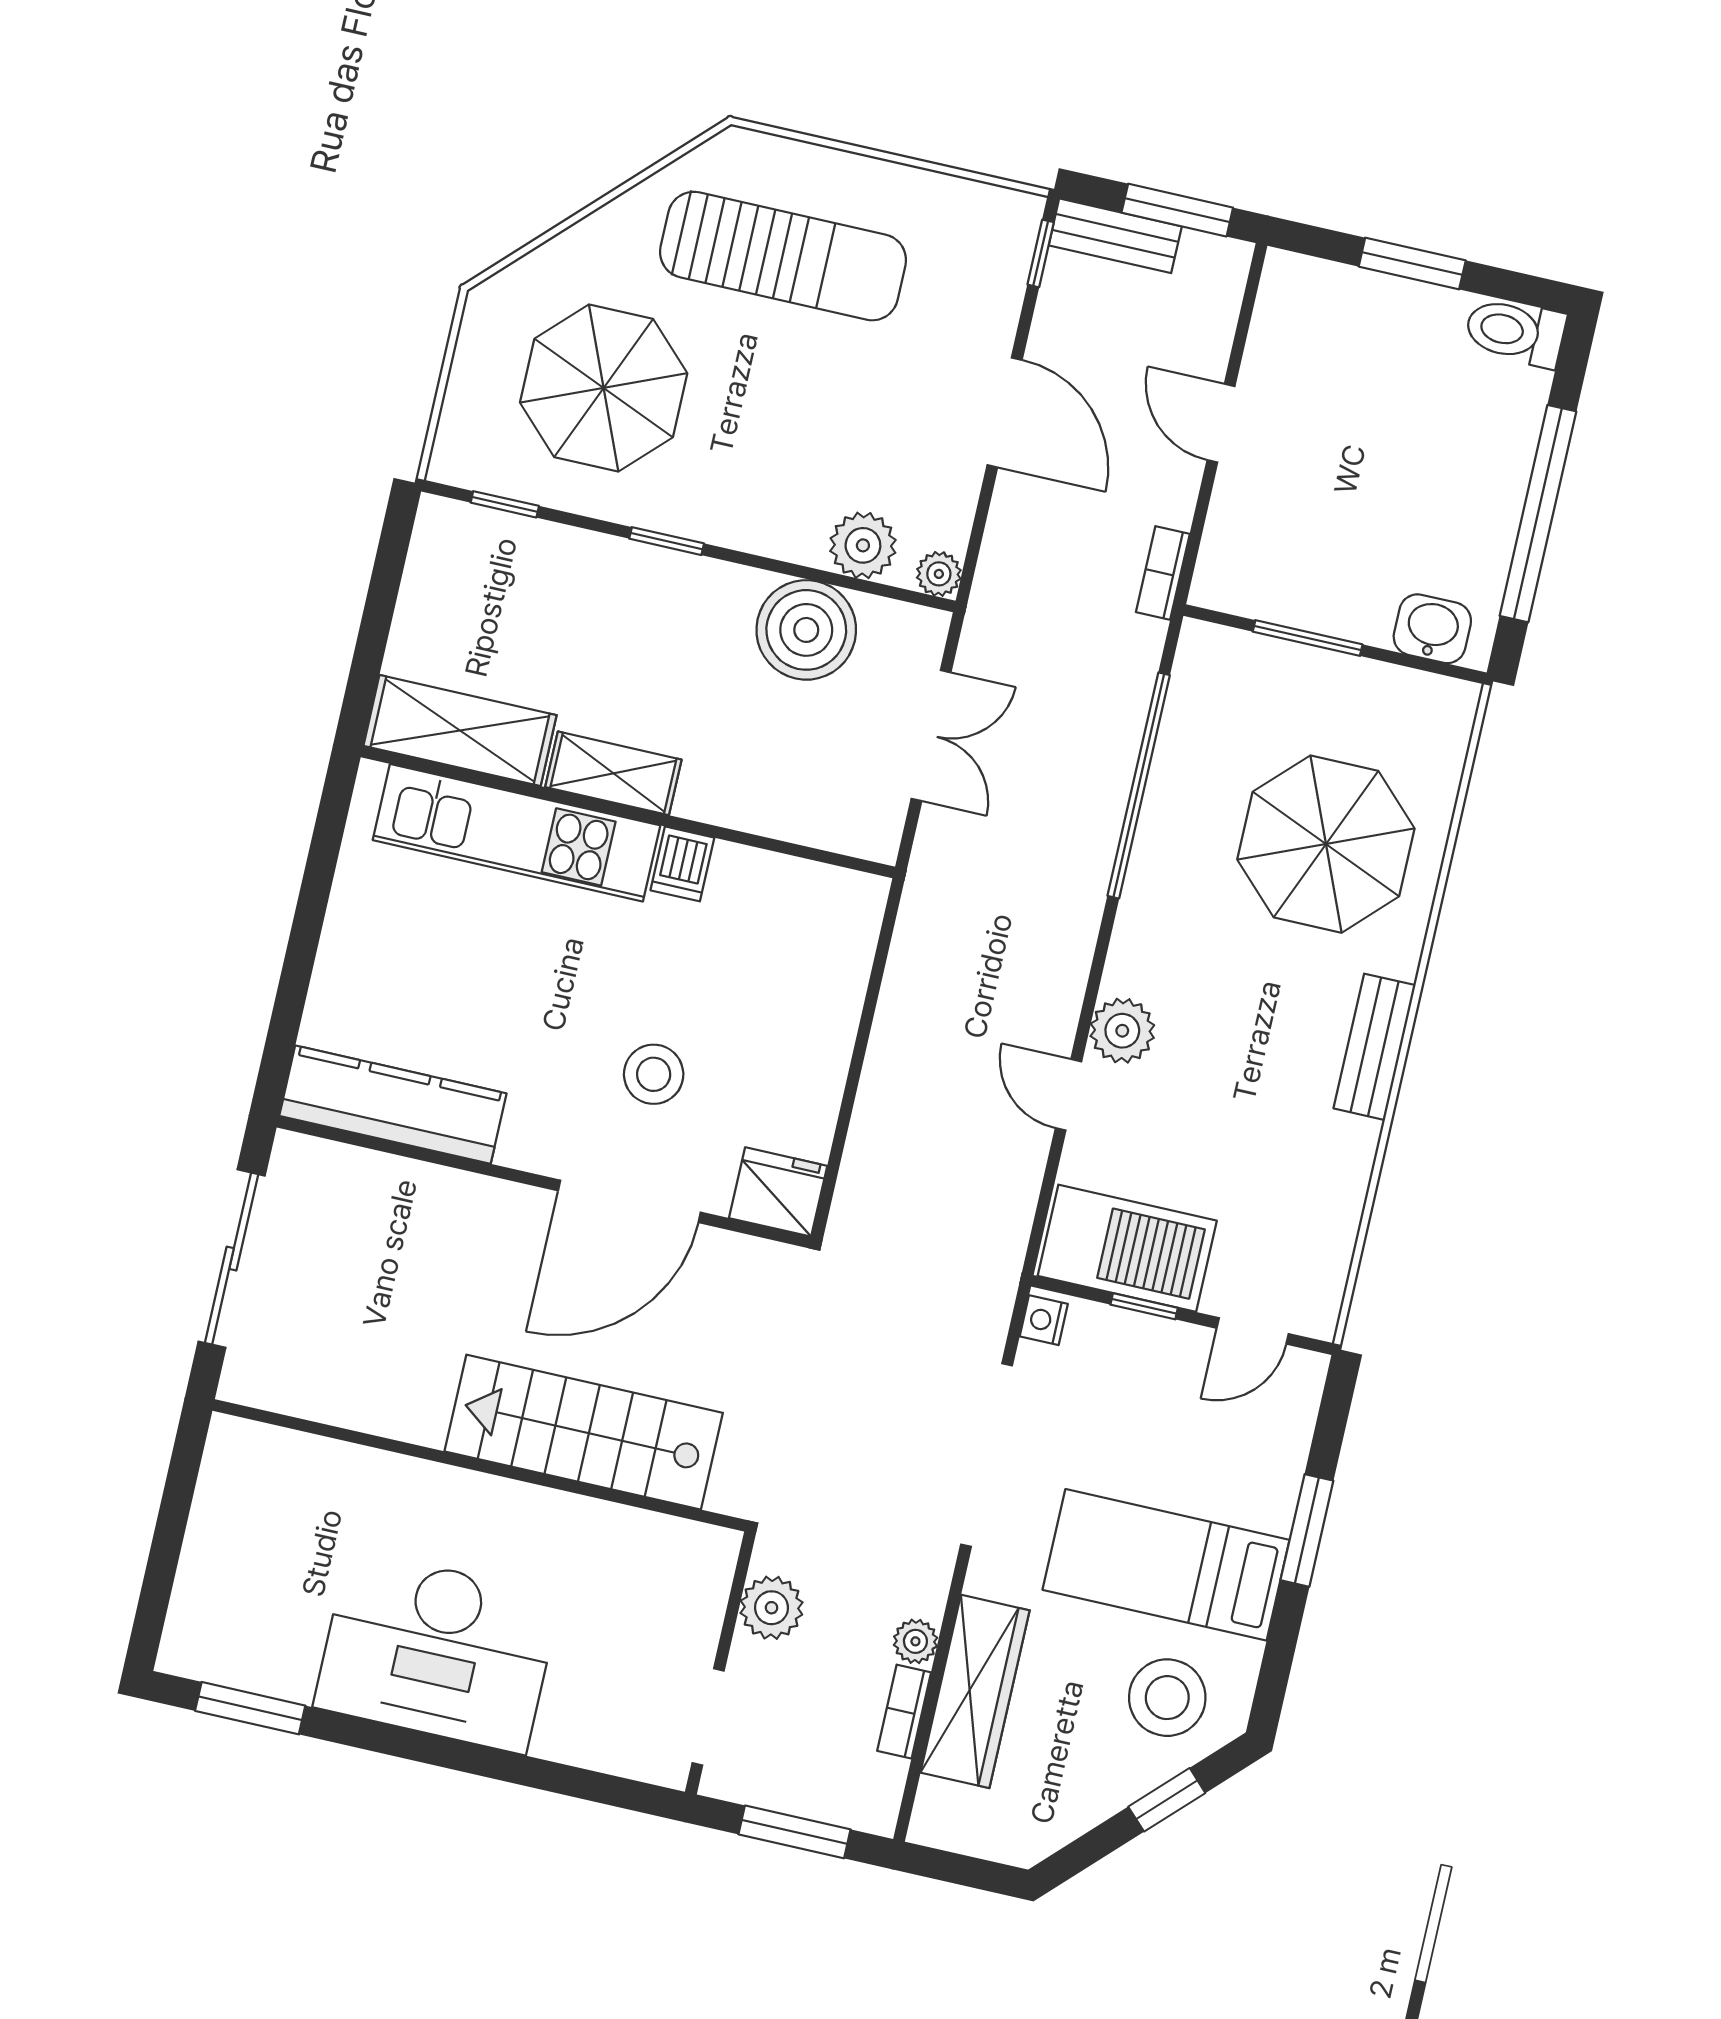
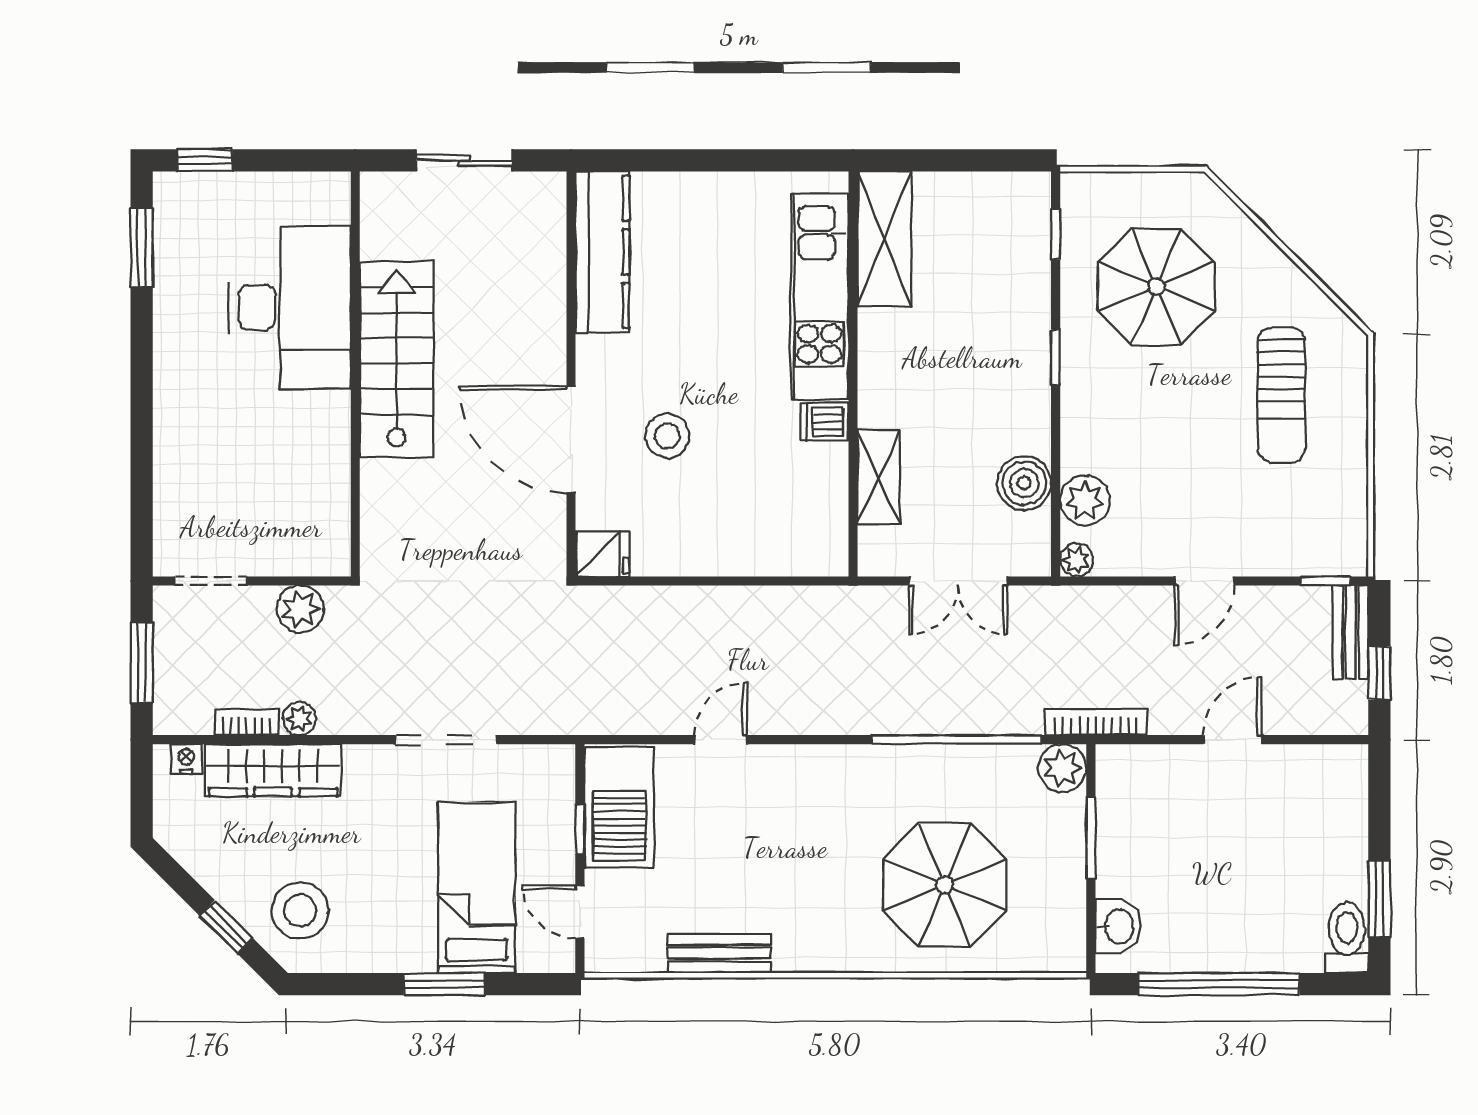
window: (1177, 210) -> (1379, 673), width x0.67
sun lounger: (783, 256) -> (1281, 395), width x0.73, depth x0.75
window: (1412, 263) -> (1379, 899), moved
door: (1005, 412) -> (1204, 581), width x0.73
bookcase: (1163, 573) -> (1096, 722), width x1.56
boiler: (806, 630) -> (1024, 483), width x0.73, depth x0.73
shelving: (613, 773) -> (879, 477), moved
plant: (1122, 1031) -> (1062, 768), moved
bench: (1374, 1047) -> (719, 953), moved
fridge: (778, 1192) -> (602, 554), width x0.72
sliding door: (232, 1259) -> (464, 160), width x0.73
nightstand: (1044, 1320) -> (186, 759), moved
stairs: (584, 1432) -> (397, 359), moved
doorway: (987, 1455) -> (446, 740), width x0.73
bed: (1166, 1565) -> (477, 888), moved
window: (154, 1599) -> (205, 160), added
desk: (437, 1651) -> (290, 308), moved, turned 180

